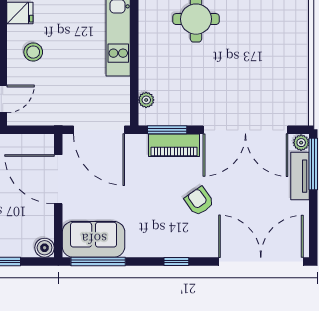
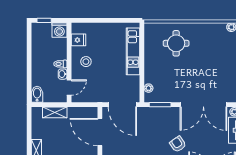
piano: (174, 145) -> (164, 113), removed

